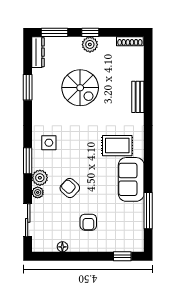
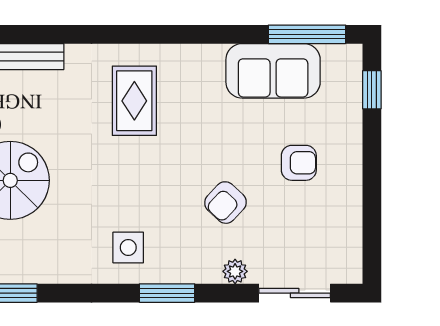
plant: (40, 178) -> (203, 267), removed
sofa: (131, 179) -> (273, 71), moved
window: (148, 211) -> (307, 34), moved
floor lamp: (62, 247) -> (352, 218), removed

